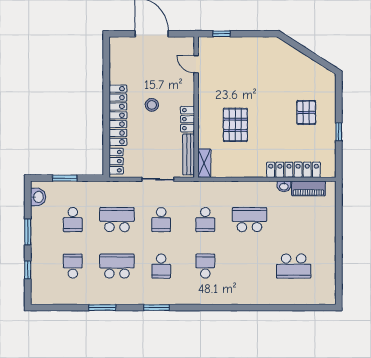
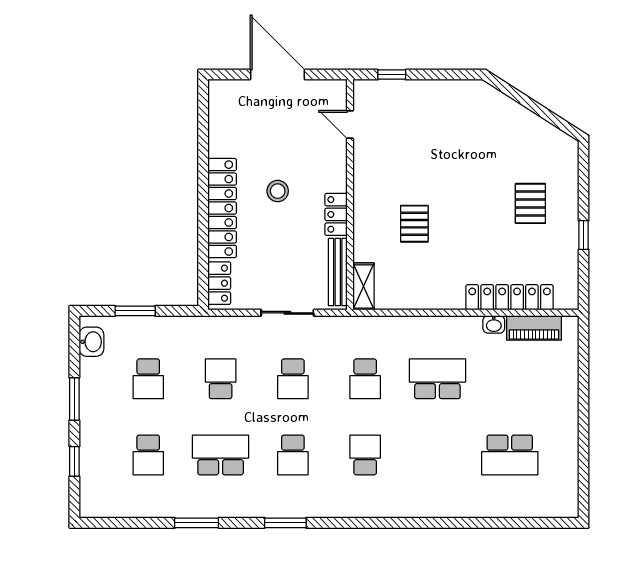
pallet: (235, 125) -> (414, 224), width x0.67, depth x0.71
school desk: (117, 220) -> (221, 379), width x0.54
school desk: (73, 266) -> (148, 455), turned 180

